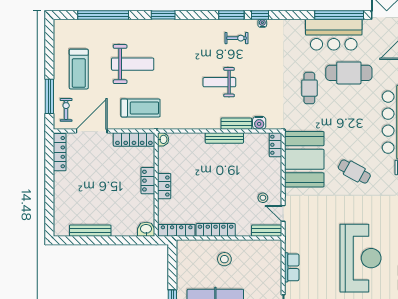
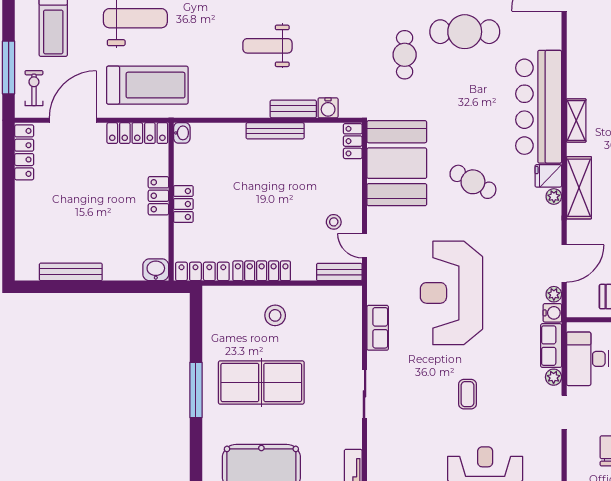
treadmill: (141, 108) -> (147, 85), width x1.37, depth x1.38
reception desk: (361, 258) -> (451, 293), moved, turned 180

